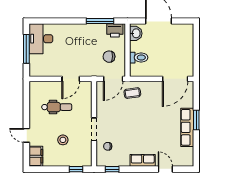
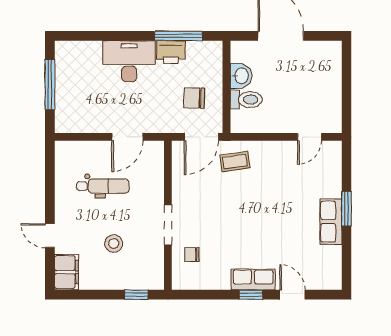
printer: (115, 30) -> (171, 52), moved
washbasin: (136, 33) -> (241, 76), moved
desk: (41, 39) -> (129, 61), moved, turned 90
door: (175, 79) -> (310, 137), width x0.53
row of seats: (187, 127) -> (331, 222), width x0.68
window: (112, 169) -> (251, 295), moved

